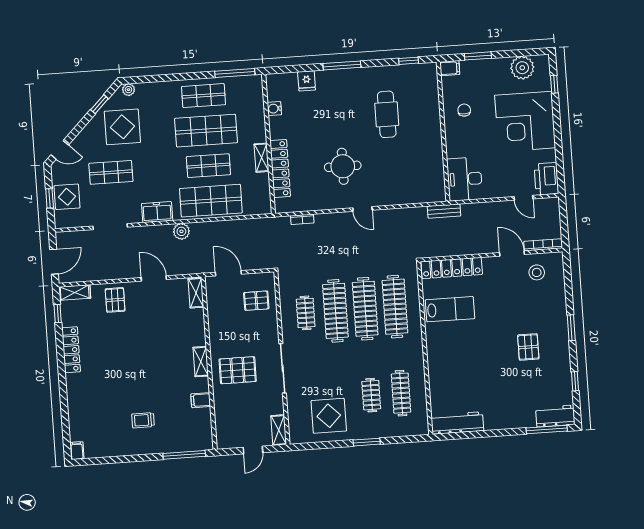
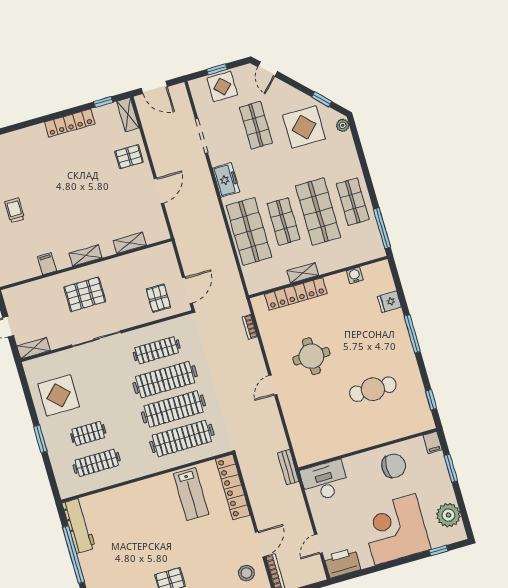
chair: (464, 110) -> (394, 466), width x1.87, depth x1.87
plant: (181, 231) -> (212, 208), removed
door: (228, 273) -> (187, 290), moved
shelving: (196, 293) -> (130, 243), moved
clothes rail: (306, 313) -> (157, 350), width x1.36
pallet: (238, 370) -> (85, 294), turned 90
window: (484, 434) -> (73, 555), added

